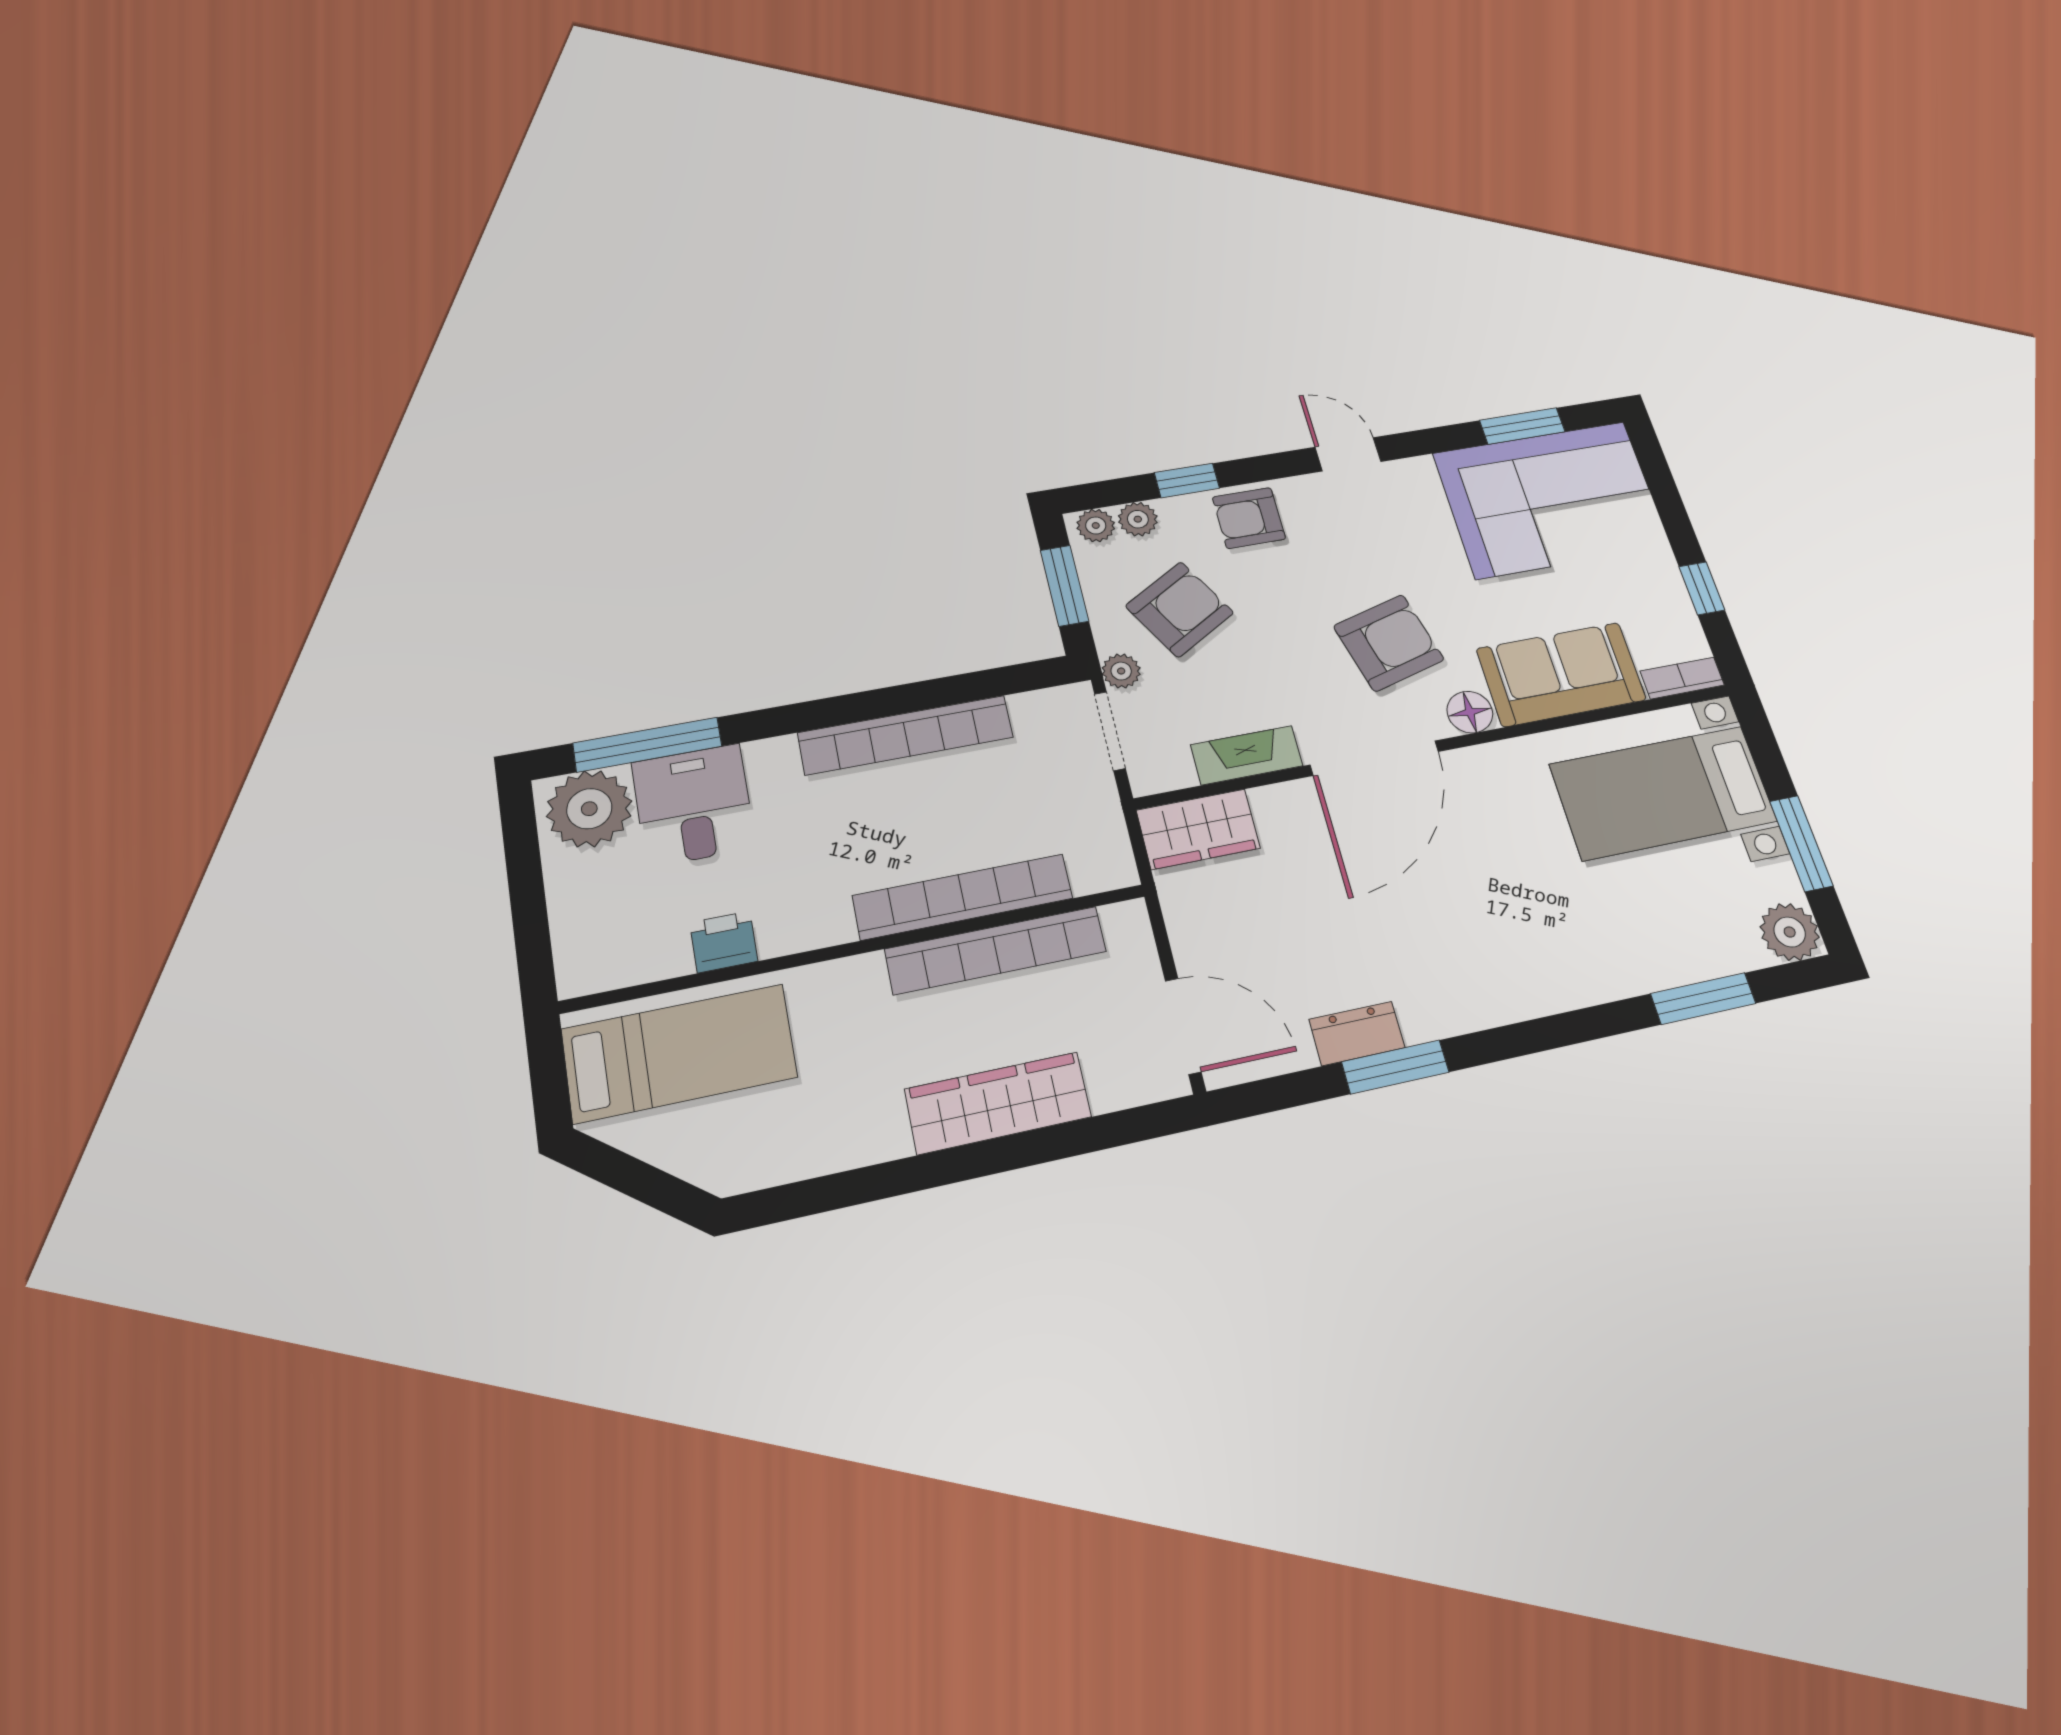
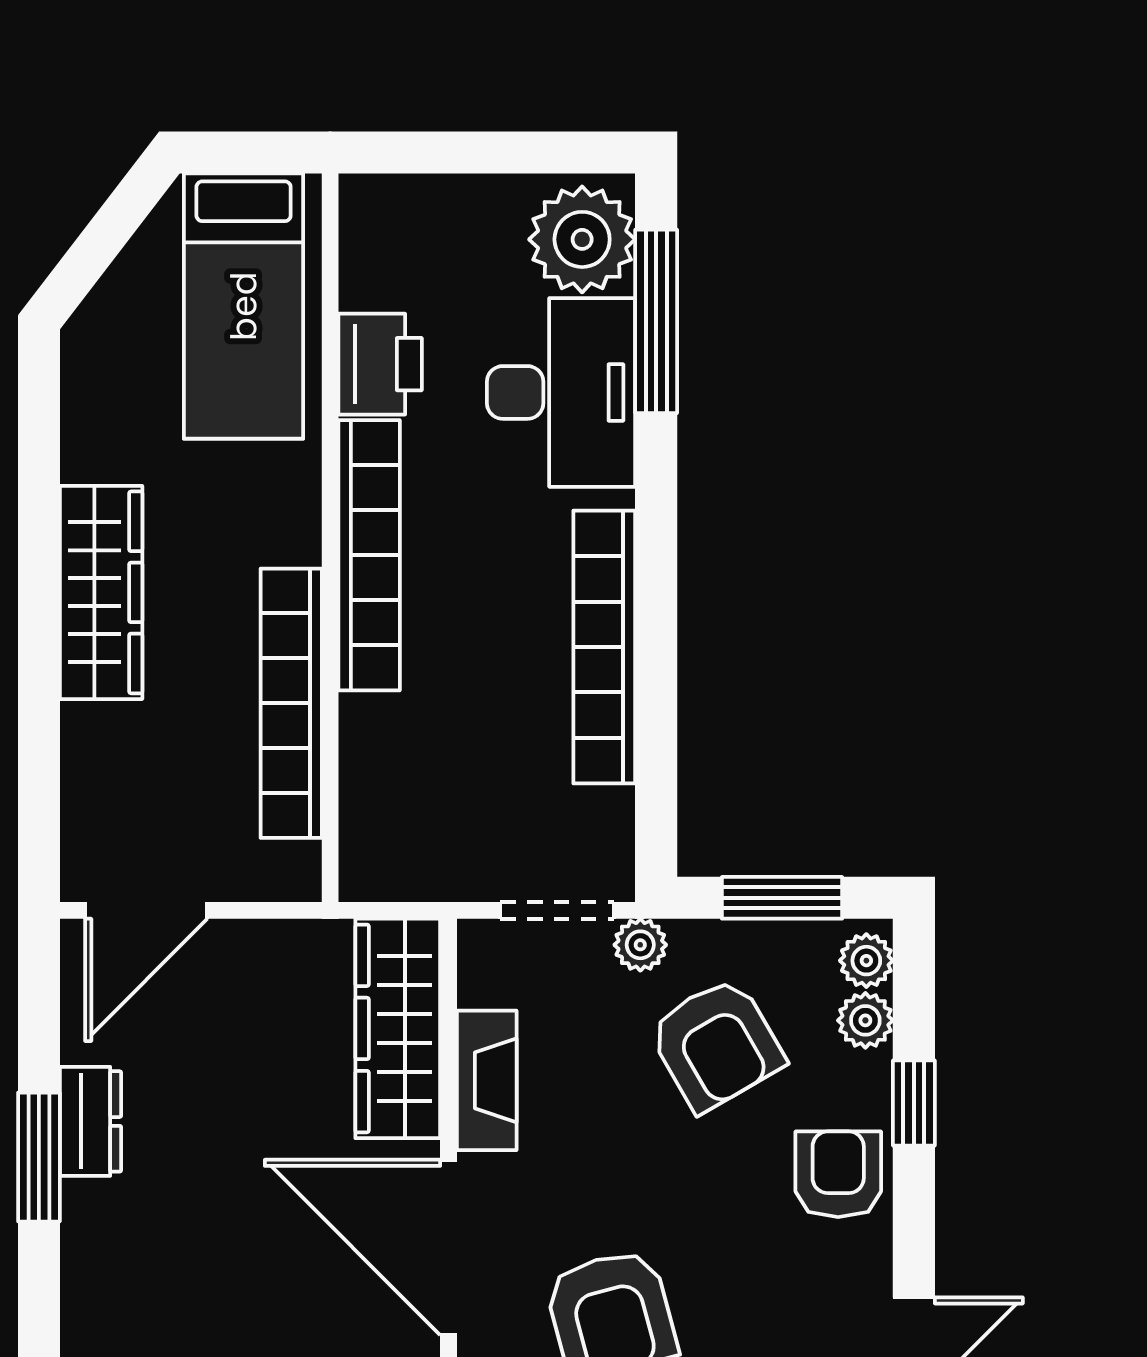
desk: (693, 805) -> (561, 392), width x1.37
wardrobe: (1198, 829) -> (398, 1028), width x1.50
bookcase: (963, 897) -> (369, 555), moved
printer: (724, 942) -> (380, 364), width x1.36, depth x1.24
wardrobe: (998, 1103) -> (101, 592), moved

